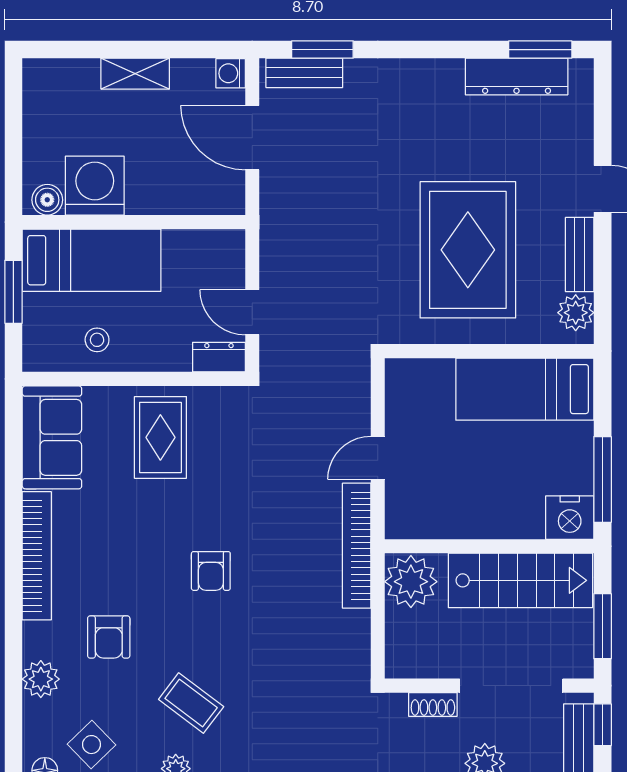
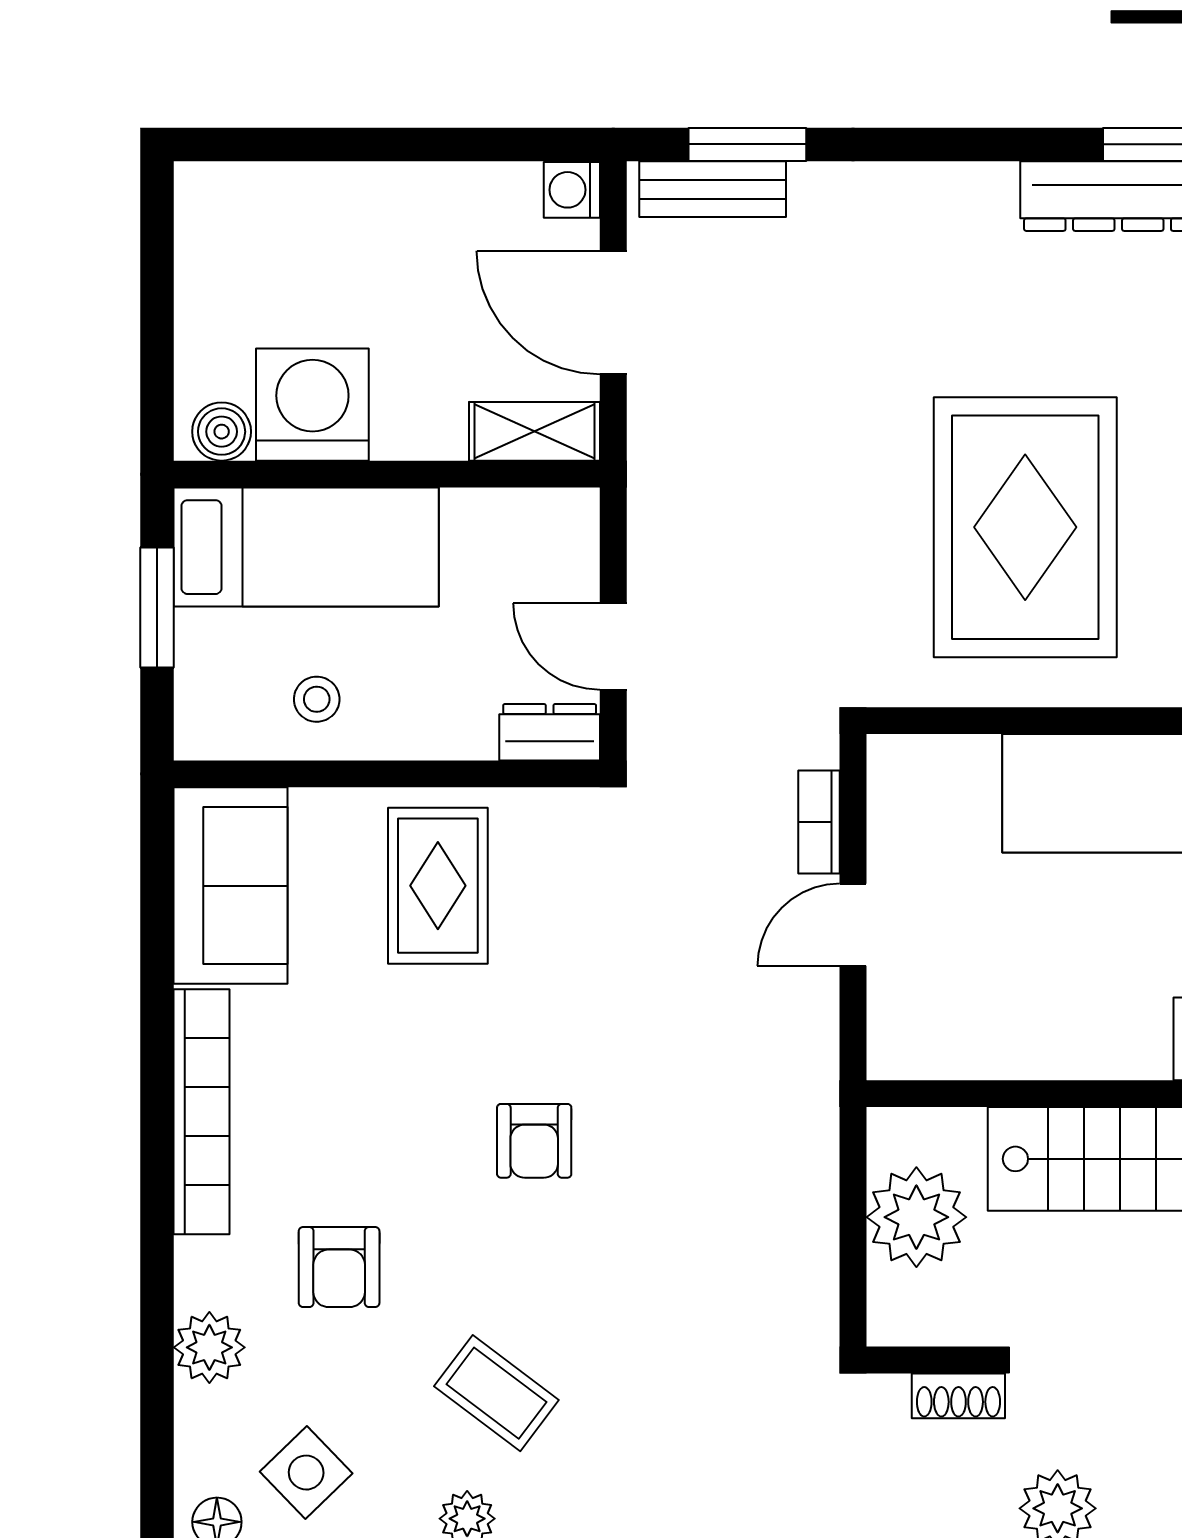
shelving: (135, 74) -> (535, 431), moved
bookcase: (357, 546) -> (819, 822), moved, width x0.43, depth x0.76
plant: (411, 582) -> (916, 1217), moved

